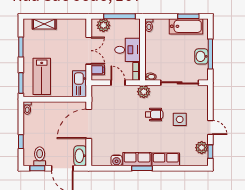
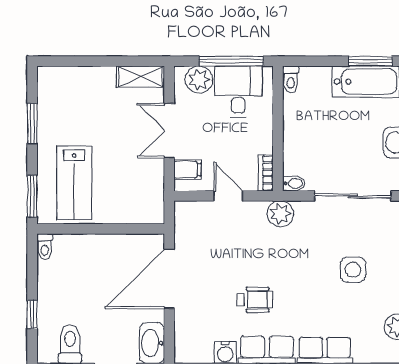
shelving: (44, 24) -> (141, 77), moved
desk: (128, 50) -> (238, 92), moved, turned -90
double door: (89, 51) -> (169, 131), swing flipped
kitchen sink: (79, 84) -> (150, 198), removed
wheelchair: (154, 114) -> (255, 300), moved

